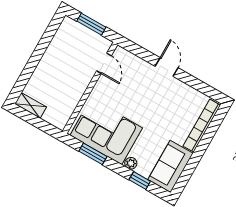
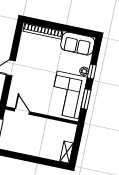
door: (104, 63) -> (22, 111), hinge flipped
window: (140, 180) -> (92, 72), moved

